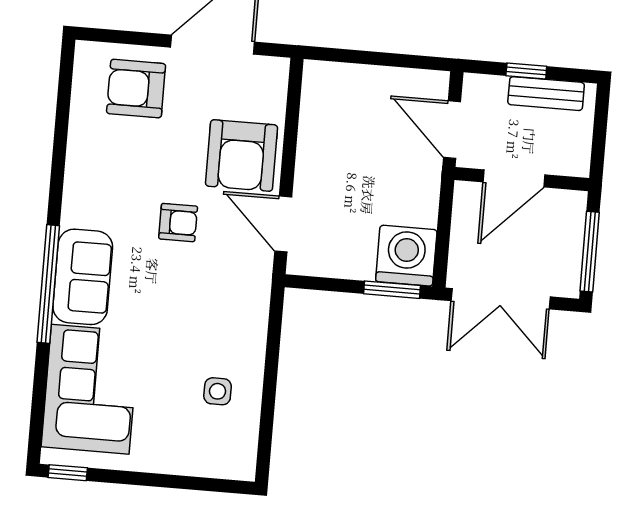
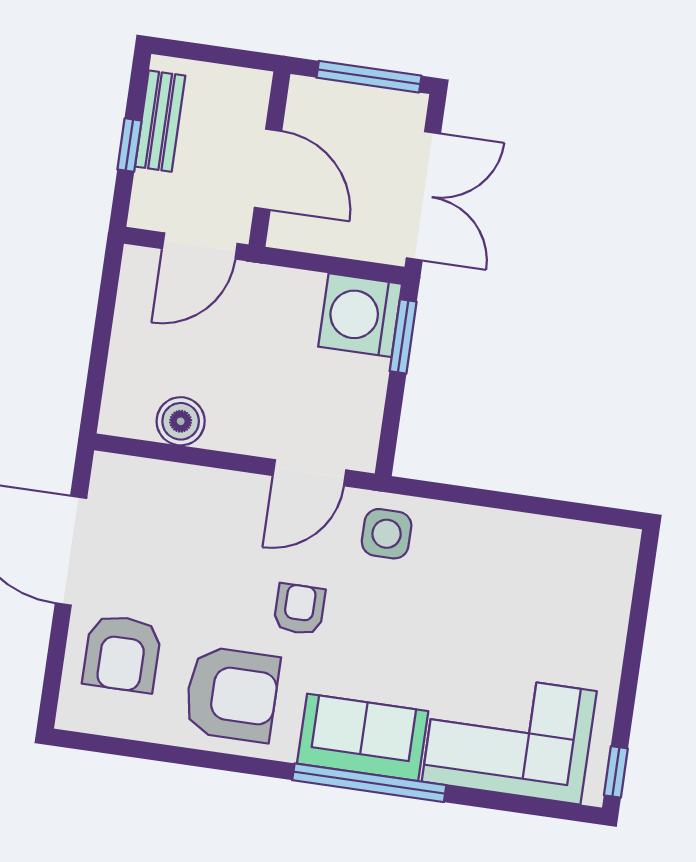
boiler: (317, 123) -> (181, 421), added
armchair: (242, 156) -> (232, 694), moved
side table: (218, 391) -> (387, 534), moved, width x1.37, depth x1.37

